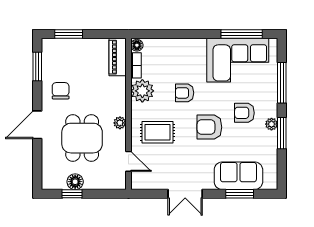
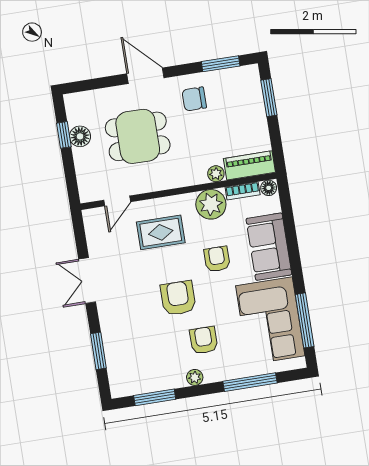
chair: (61, 91) -> (194, 99), turned 180
plant: (120, 123) -> (216, 174), moved
rug: (158, 132) -> (161, 232), turned 90
window: (282, 133) -> (155, 397), moved
sofa: (238, 176) -> (269, 247), moved, turned 180

